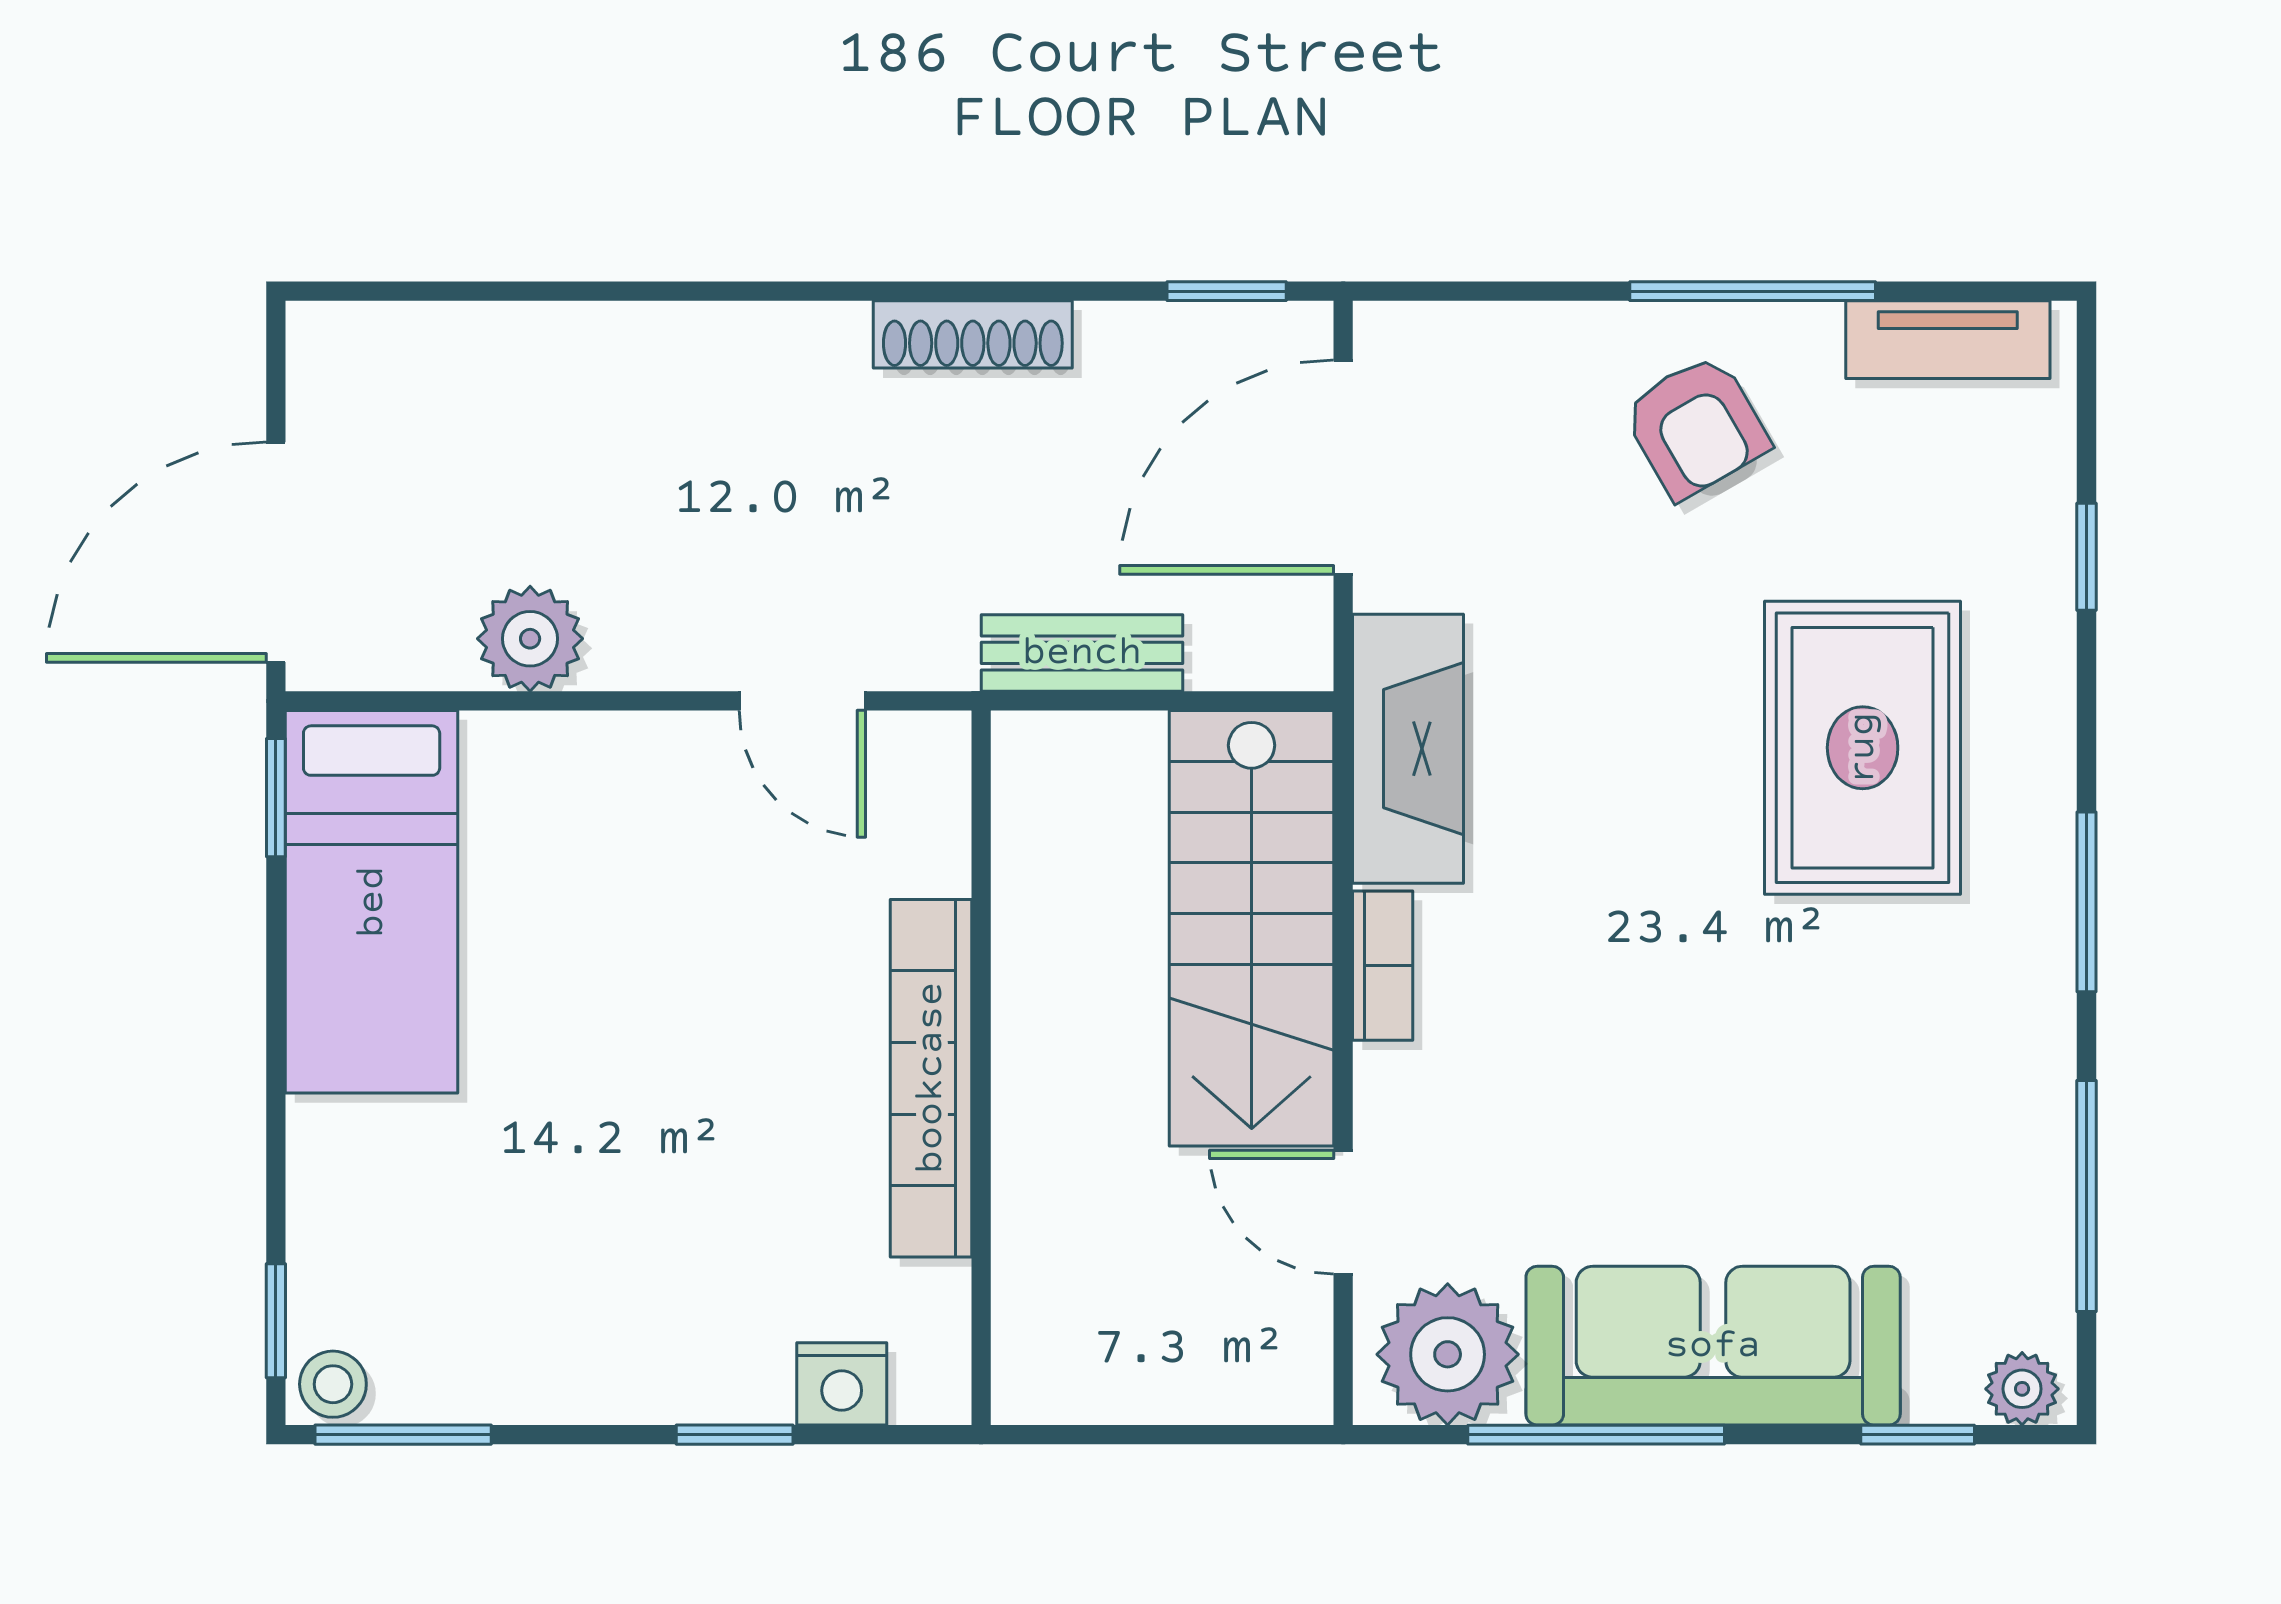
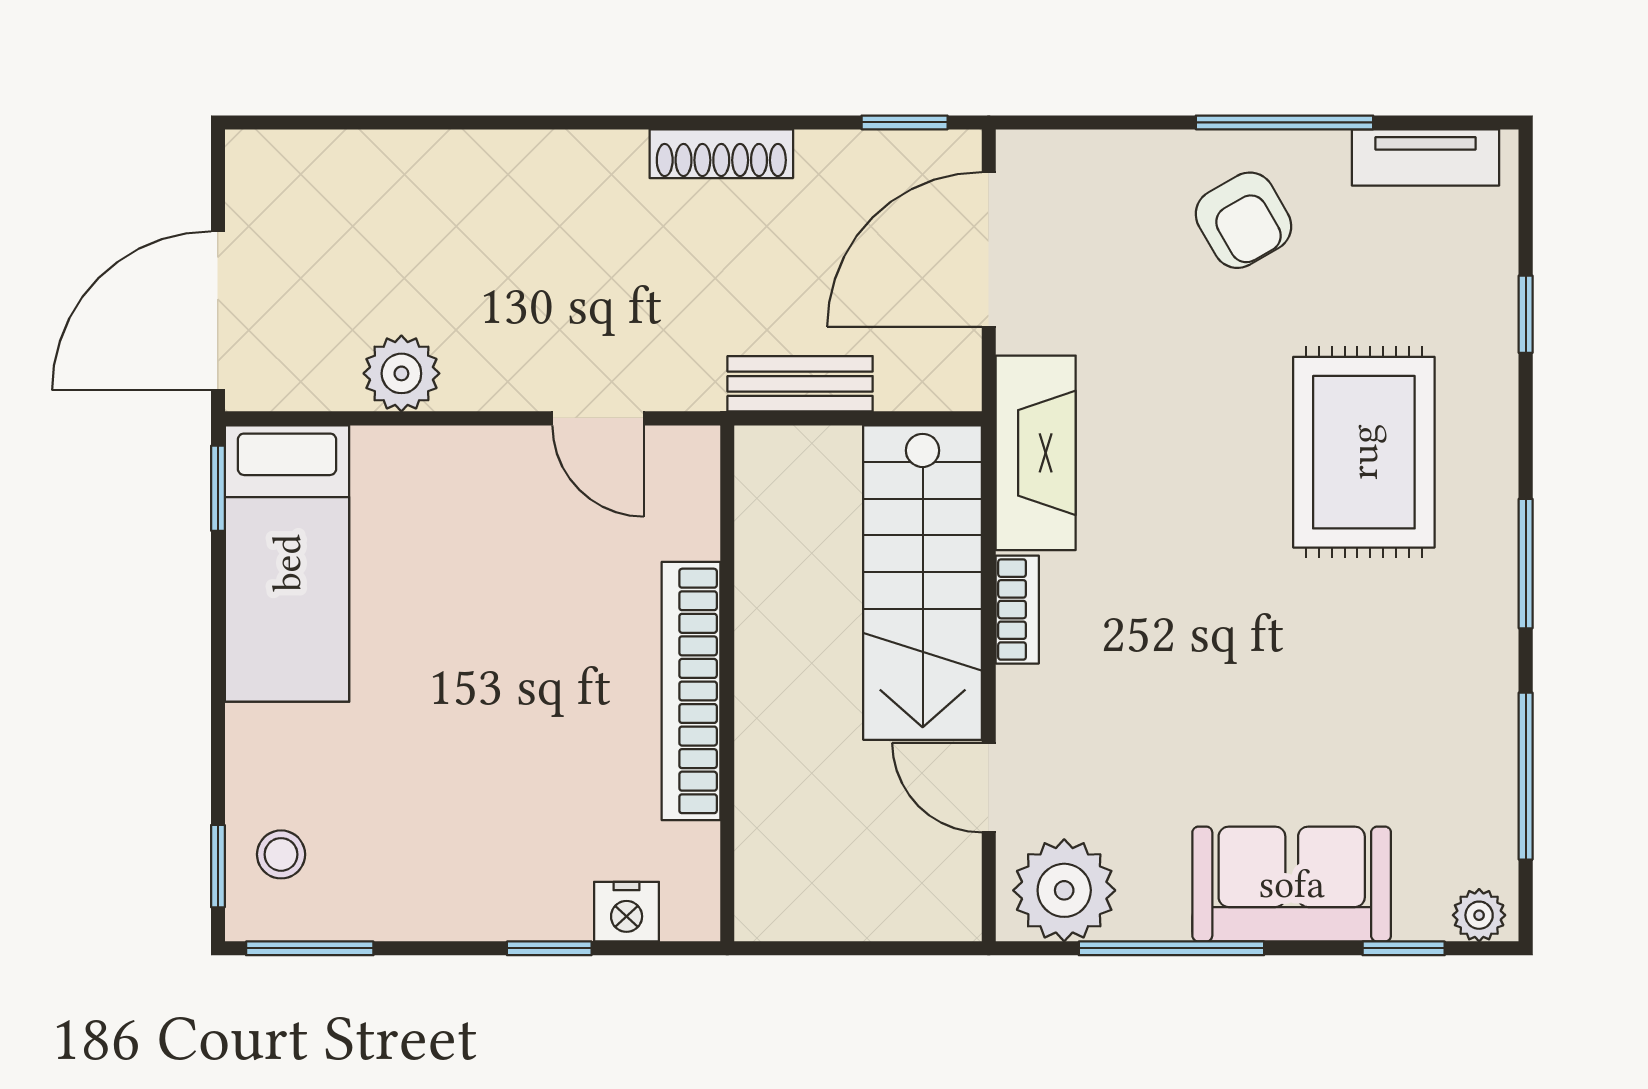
sofa: (1713, 1346) -> (1292, 884), width x0.73
stool: (333, 1384) -> (281, 854), moved

